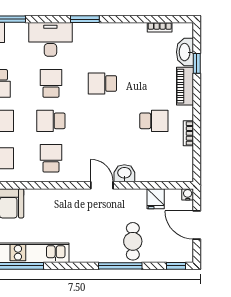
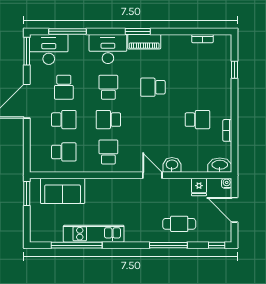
washbasin: (185, 52) -> (220, 165), moved, turned 90
piano: (185, 86) -> (144, 42), moved, turned -90
cafe table: (133, 241) -> (179, 224), turned 90

